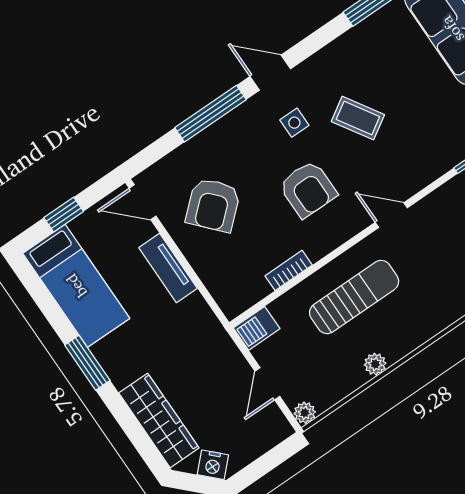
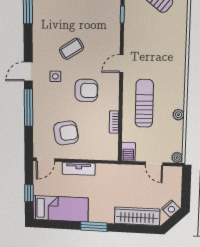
armchair: (213, 205) -> (66, 133), turned -58

